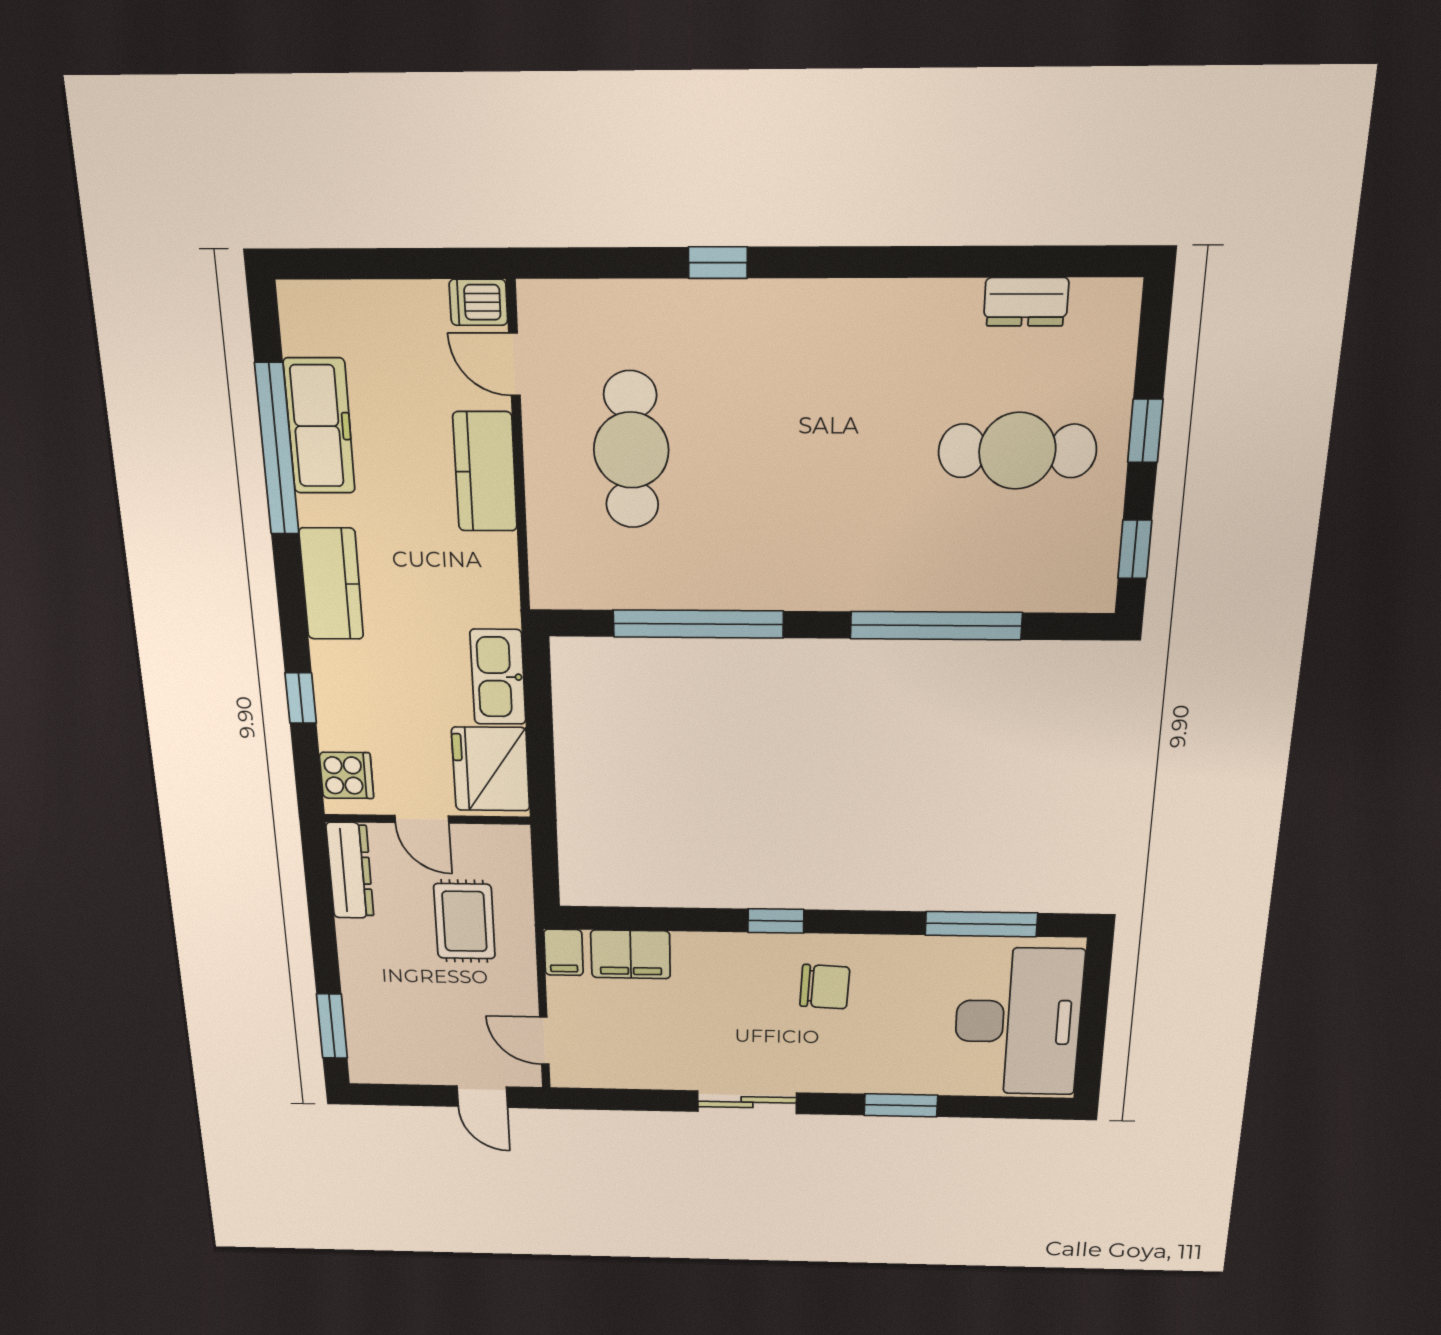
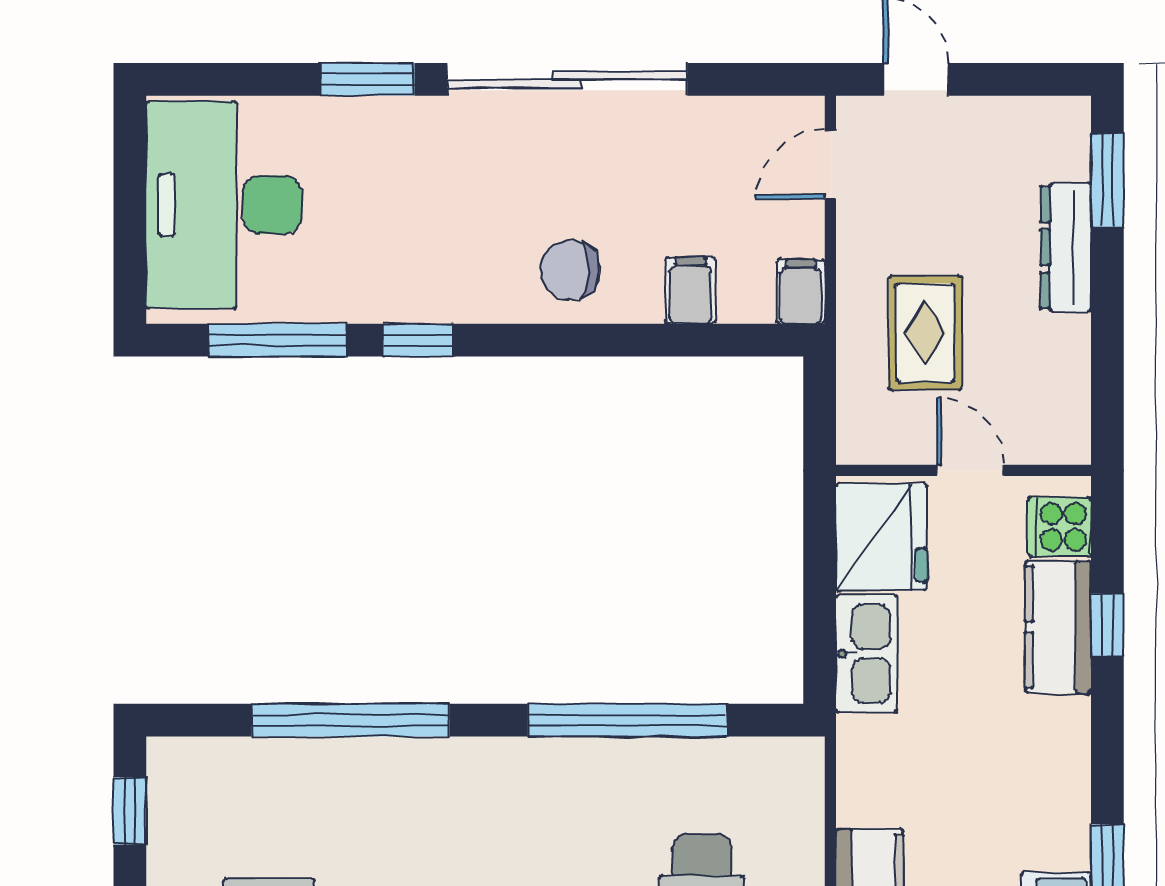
kitchen counter: (331, 584) -> (1058, 627), moved
dresser: (350, 871) -> (1066, 247), moved
window: (776, 921) -> (418, 340), moved
filing cabinet: (631, 954) -> (691, 291), width x0.50
chair: (825, 987) -> (570, 270), moved
door: (544, 1041) -> (830, 165), swing flipped
sliding door: (747, 1102) -> (567, 79), width x1.86

